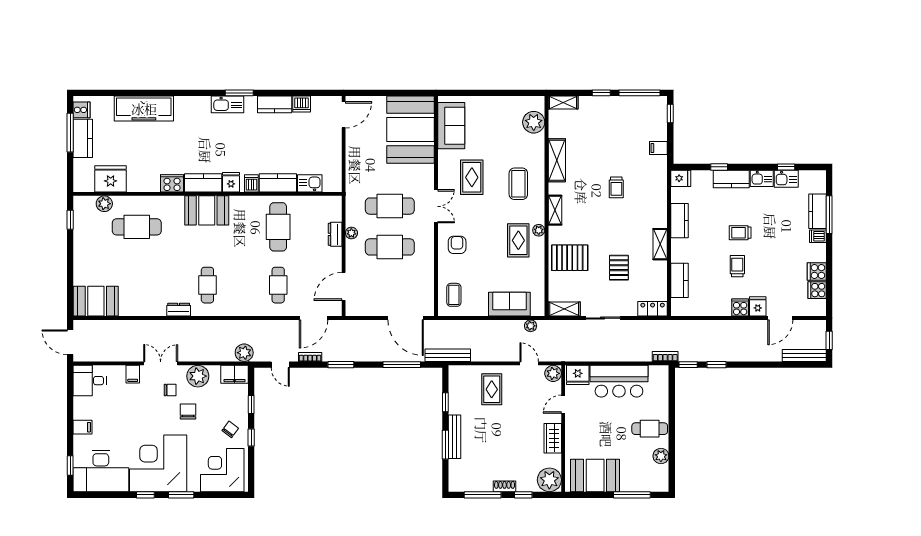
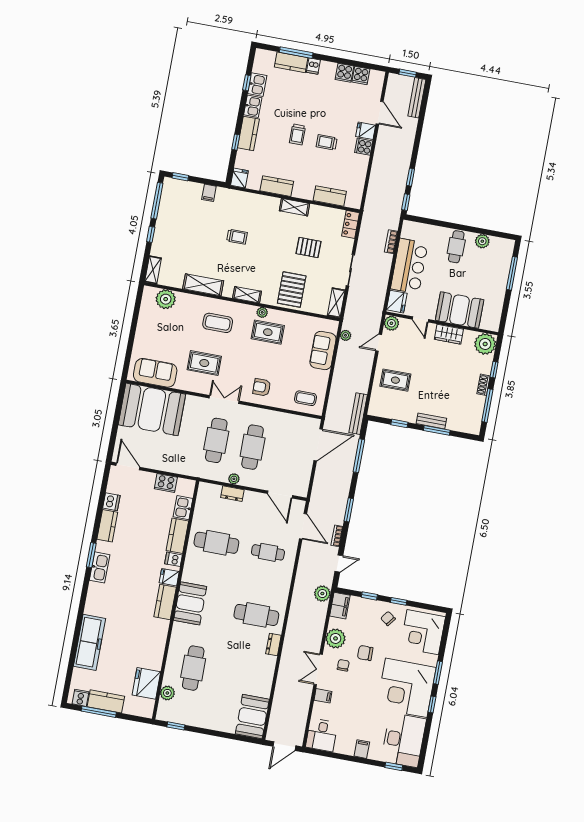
cooker: (172, 183) -> (166, 483), moved, turned -90
cafe table: (207, 285) -> (256, 615), width x1.37, depth x1.35
bookcase: (665, 356) -> (391, 242), moved
bench: (454, 437) -> (431, 421), width x0.73
booth: (595, 475) -> (460, 310), moved, turned 90

